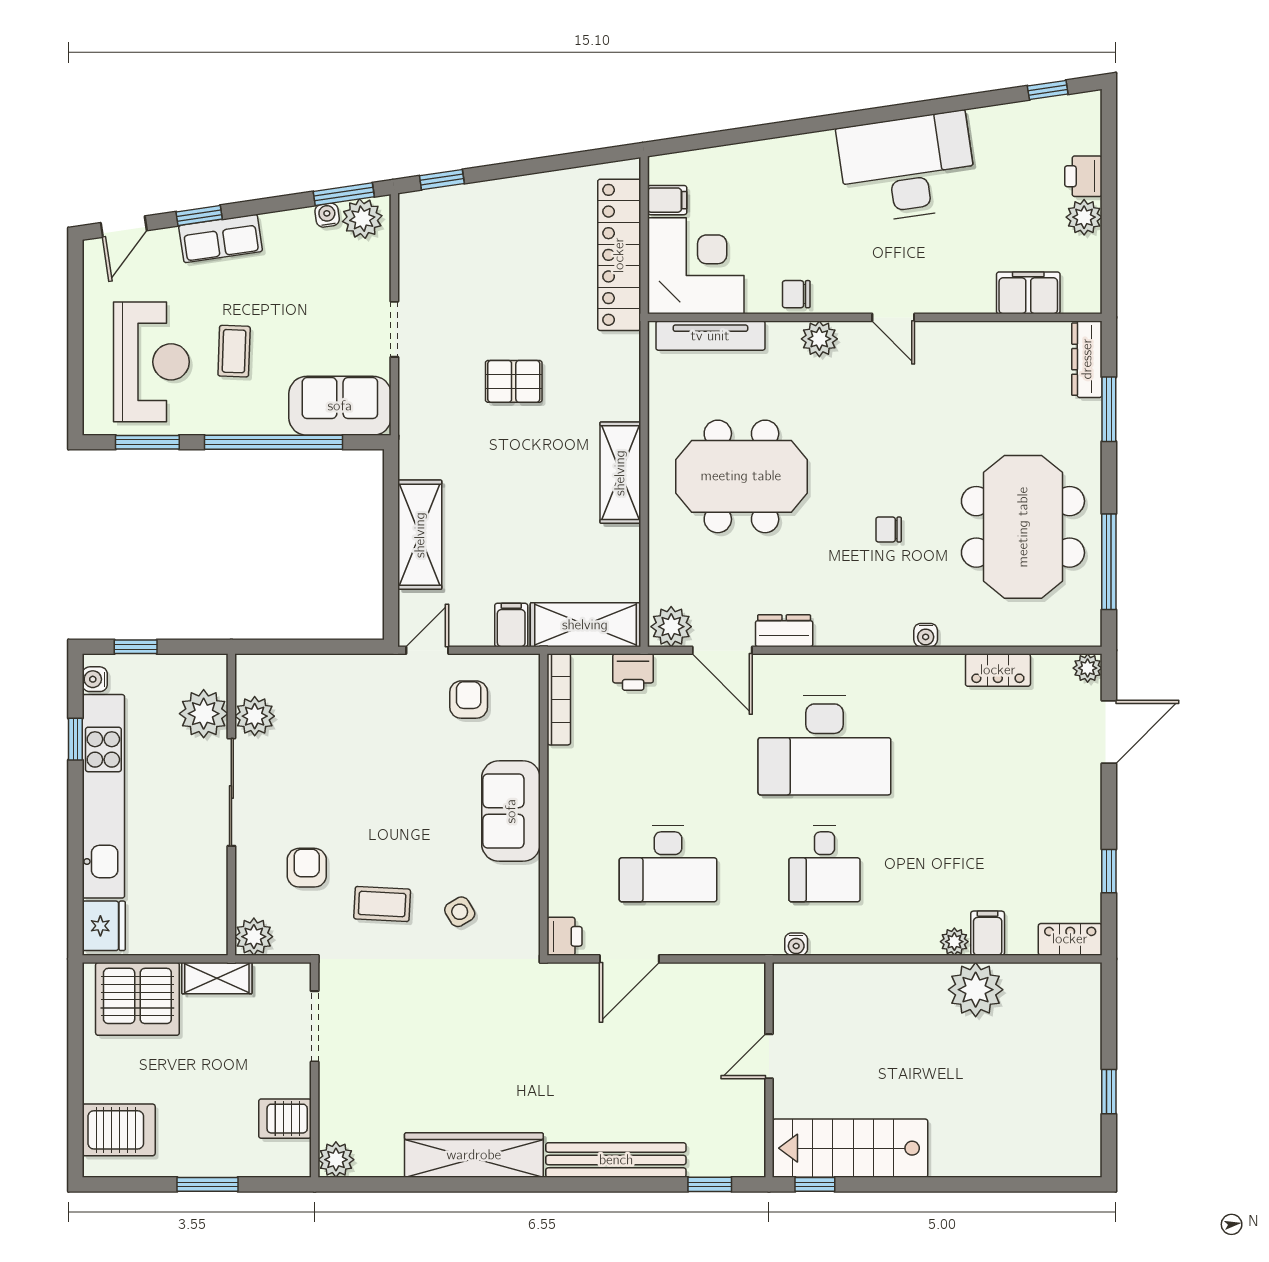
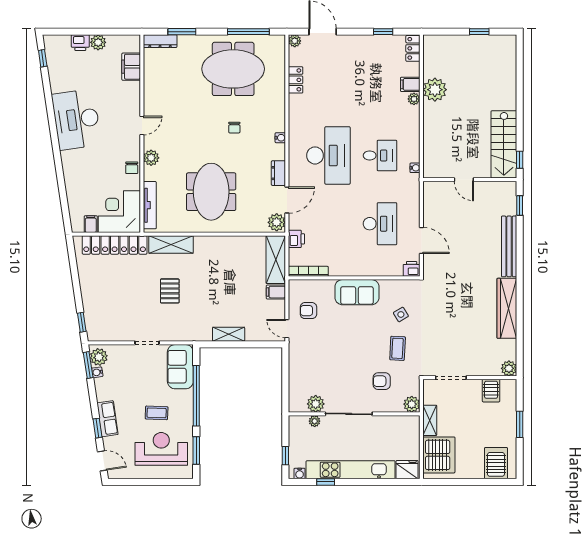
shelving: (620, 473) -> (171, 244), moved
shelving: (420, 535) -> (229, 334), width x0.67, depth x0.75
water cooler: (926, 635) -> (280, 138), moved
plant: (204, 714) -> (315, 421), width x0.53, depth x0.53

